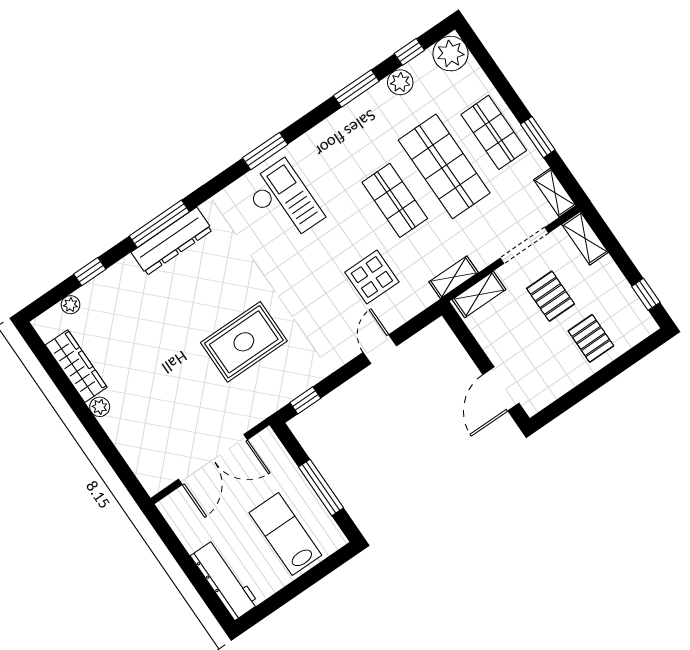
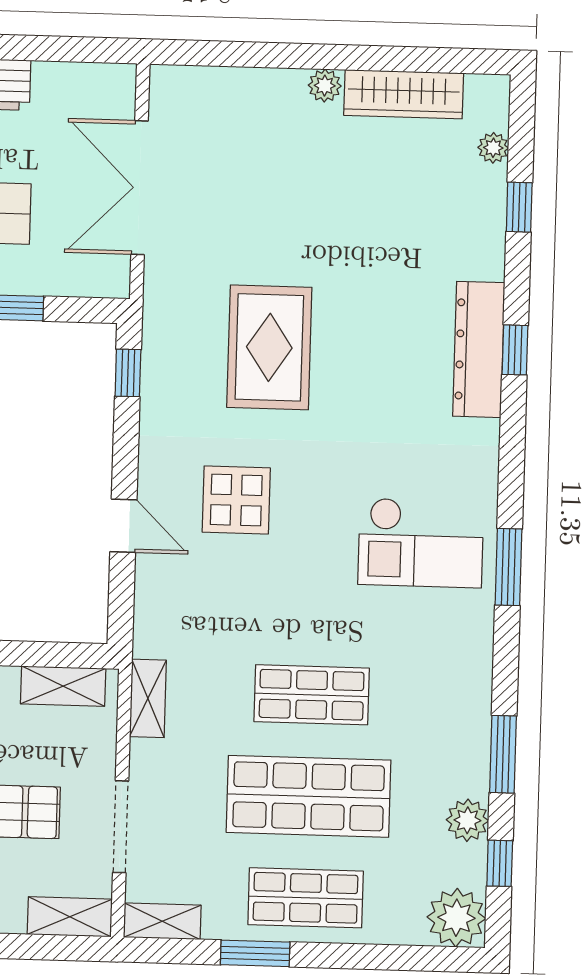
window: (159, 224) -> (515, 350), width x0.46
display table: (372, 277) -> (236, 500), moved
shelving: (479, 295) -> (63, 686), moved, turned 90

